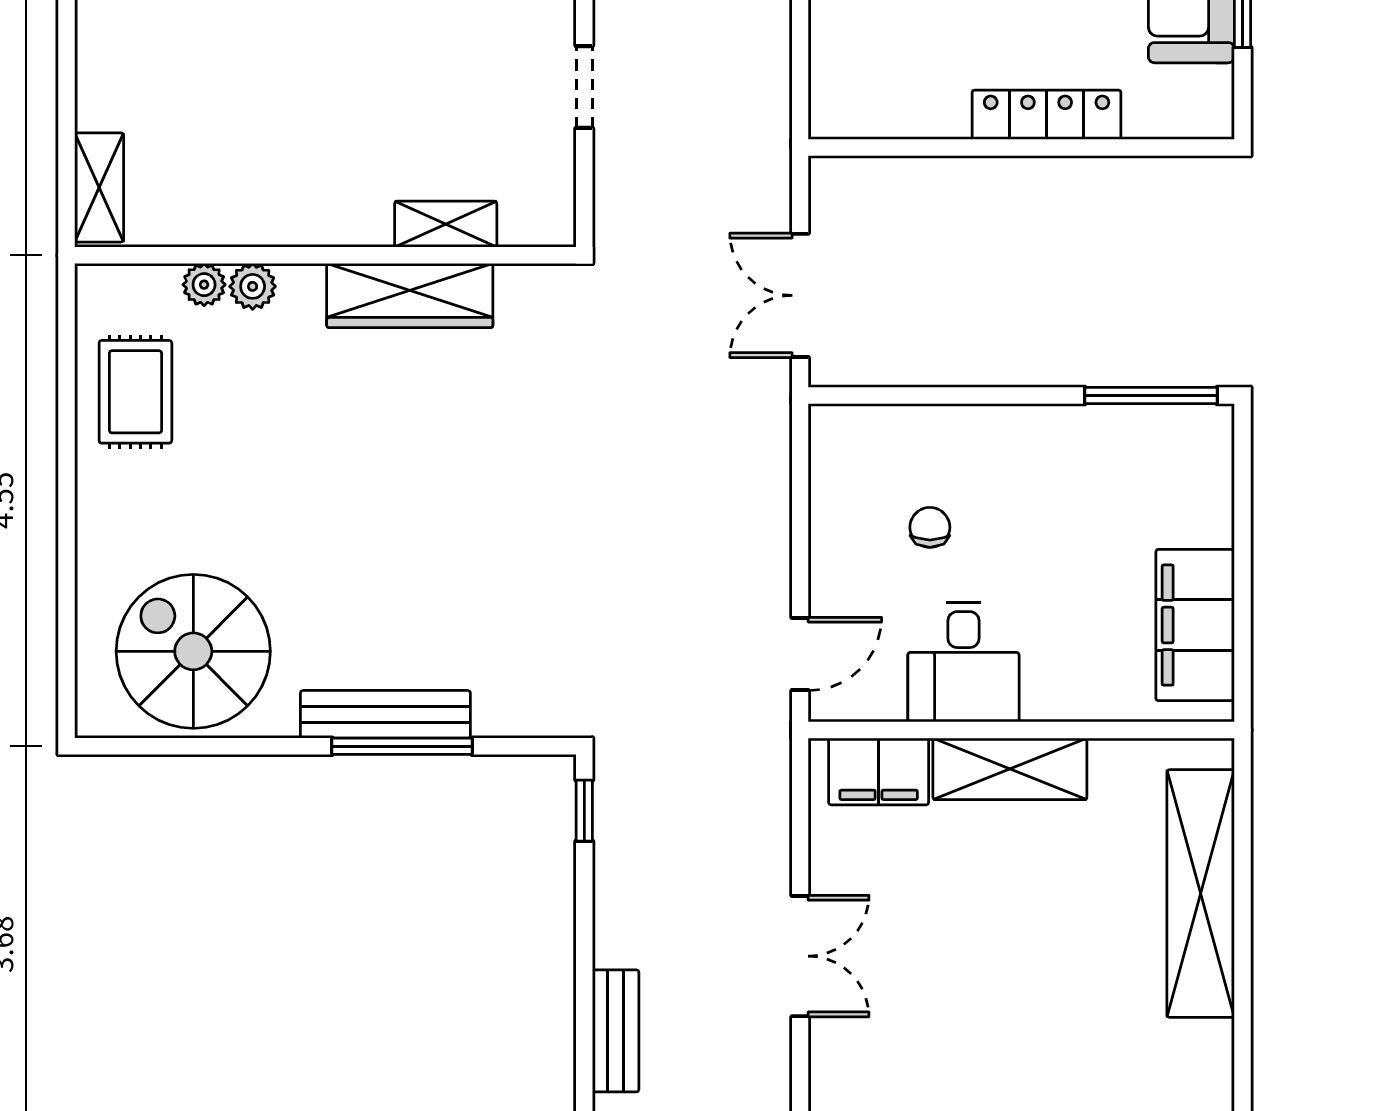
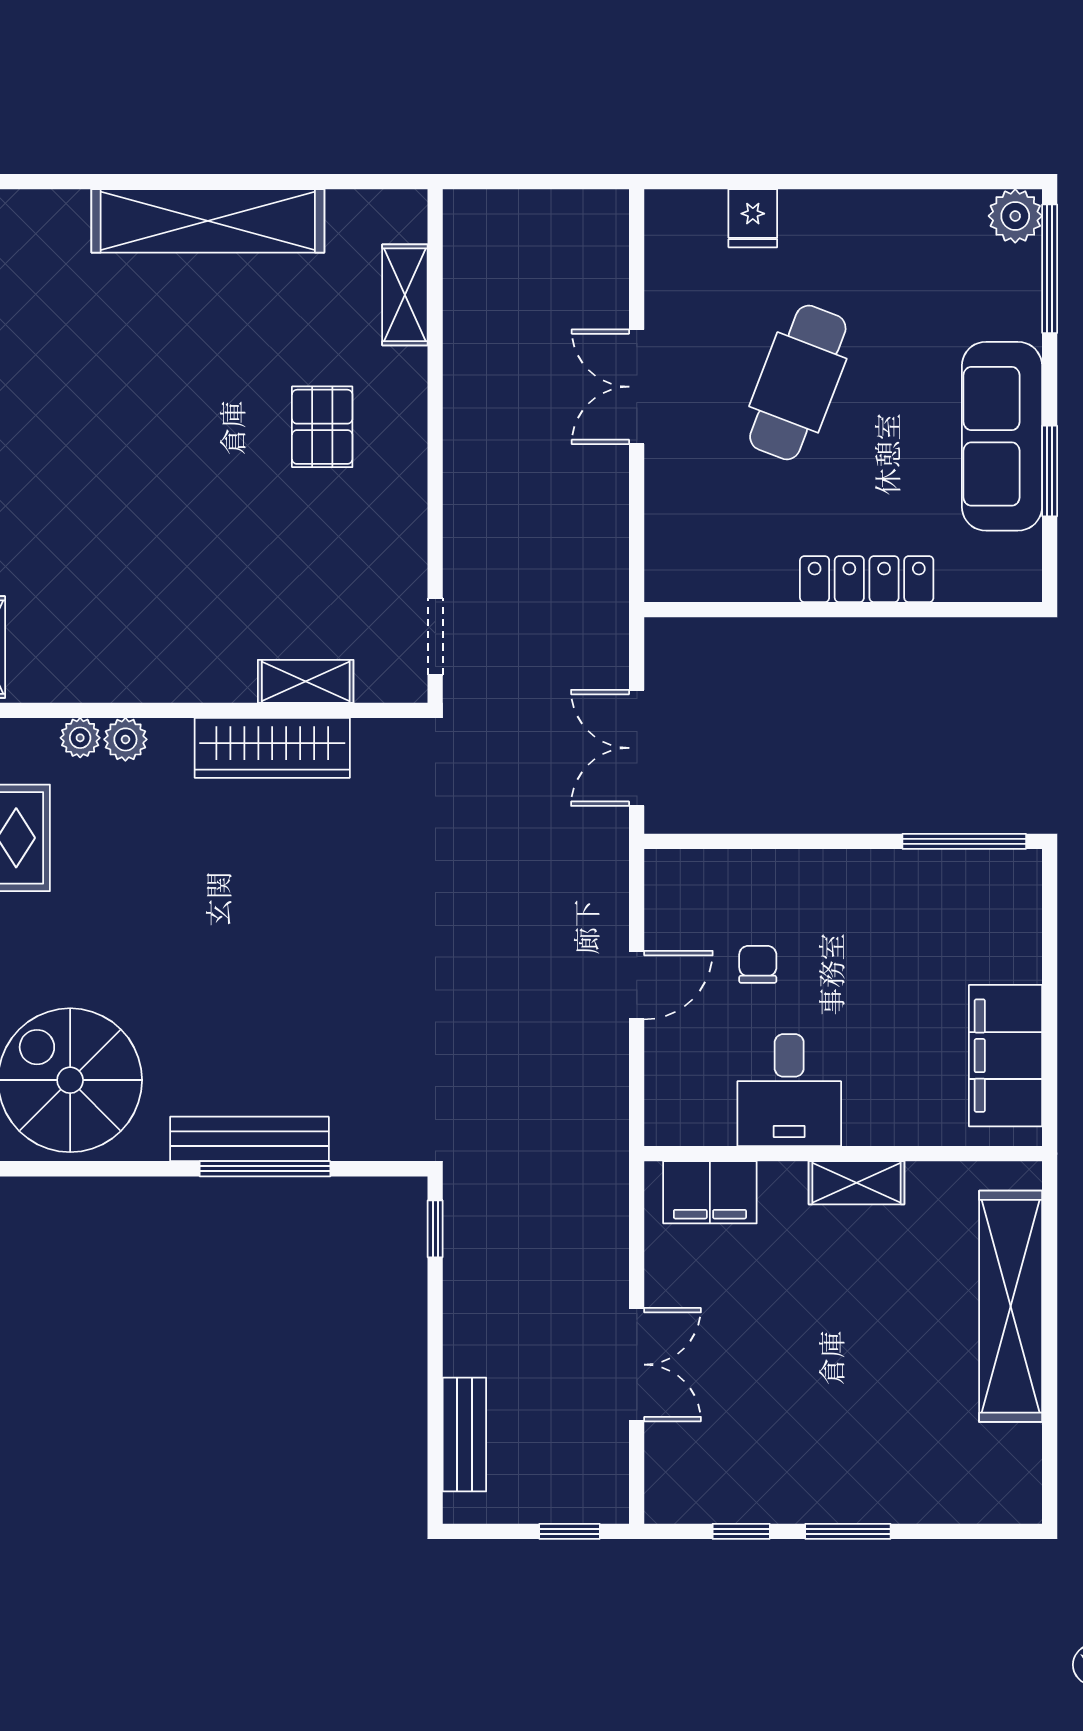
doorway: (584, 87) -> (435, 636), moved
door: (800, 654) -> (637, 985), moved
shelving: (1010, 769) -> (857, 1183), width x0.67, depth x0.75

